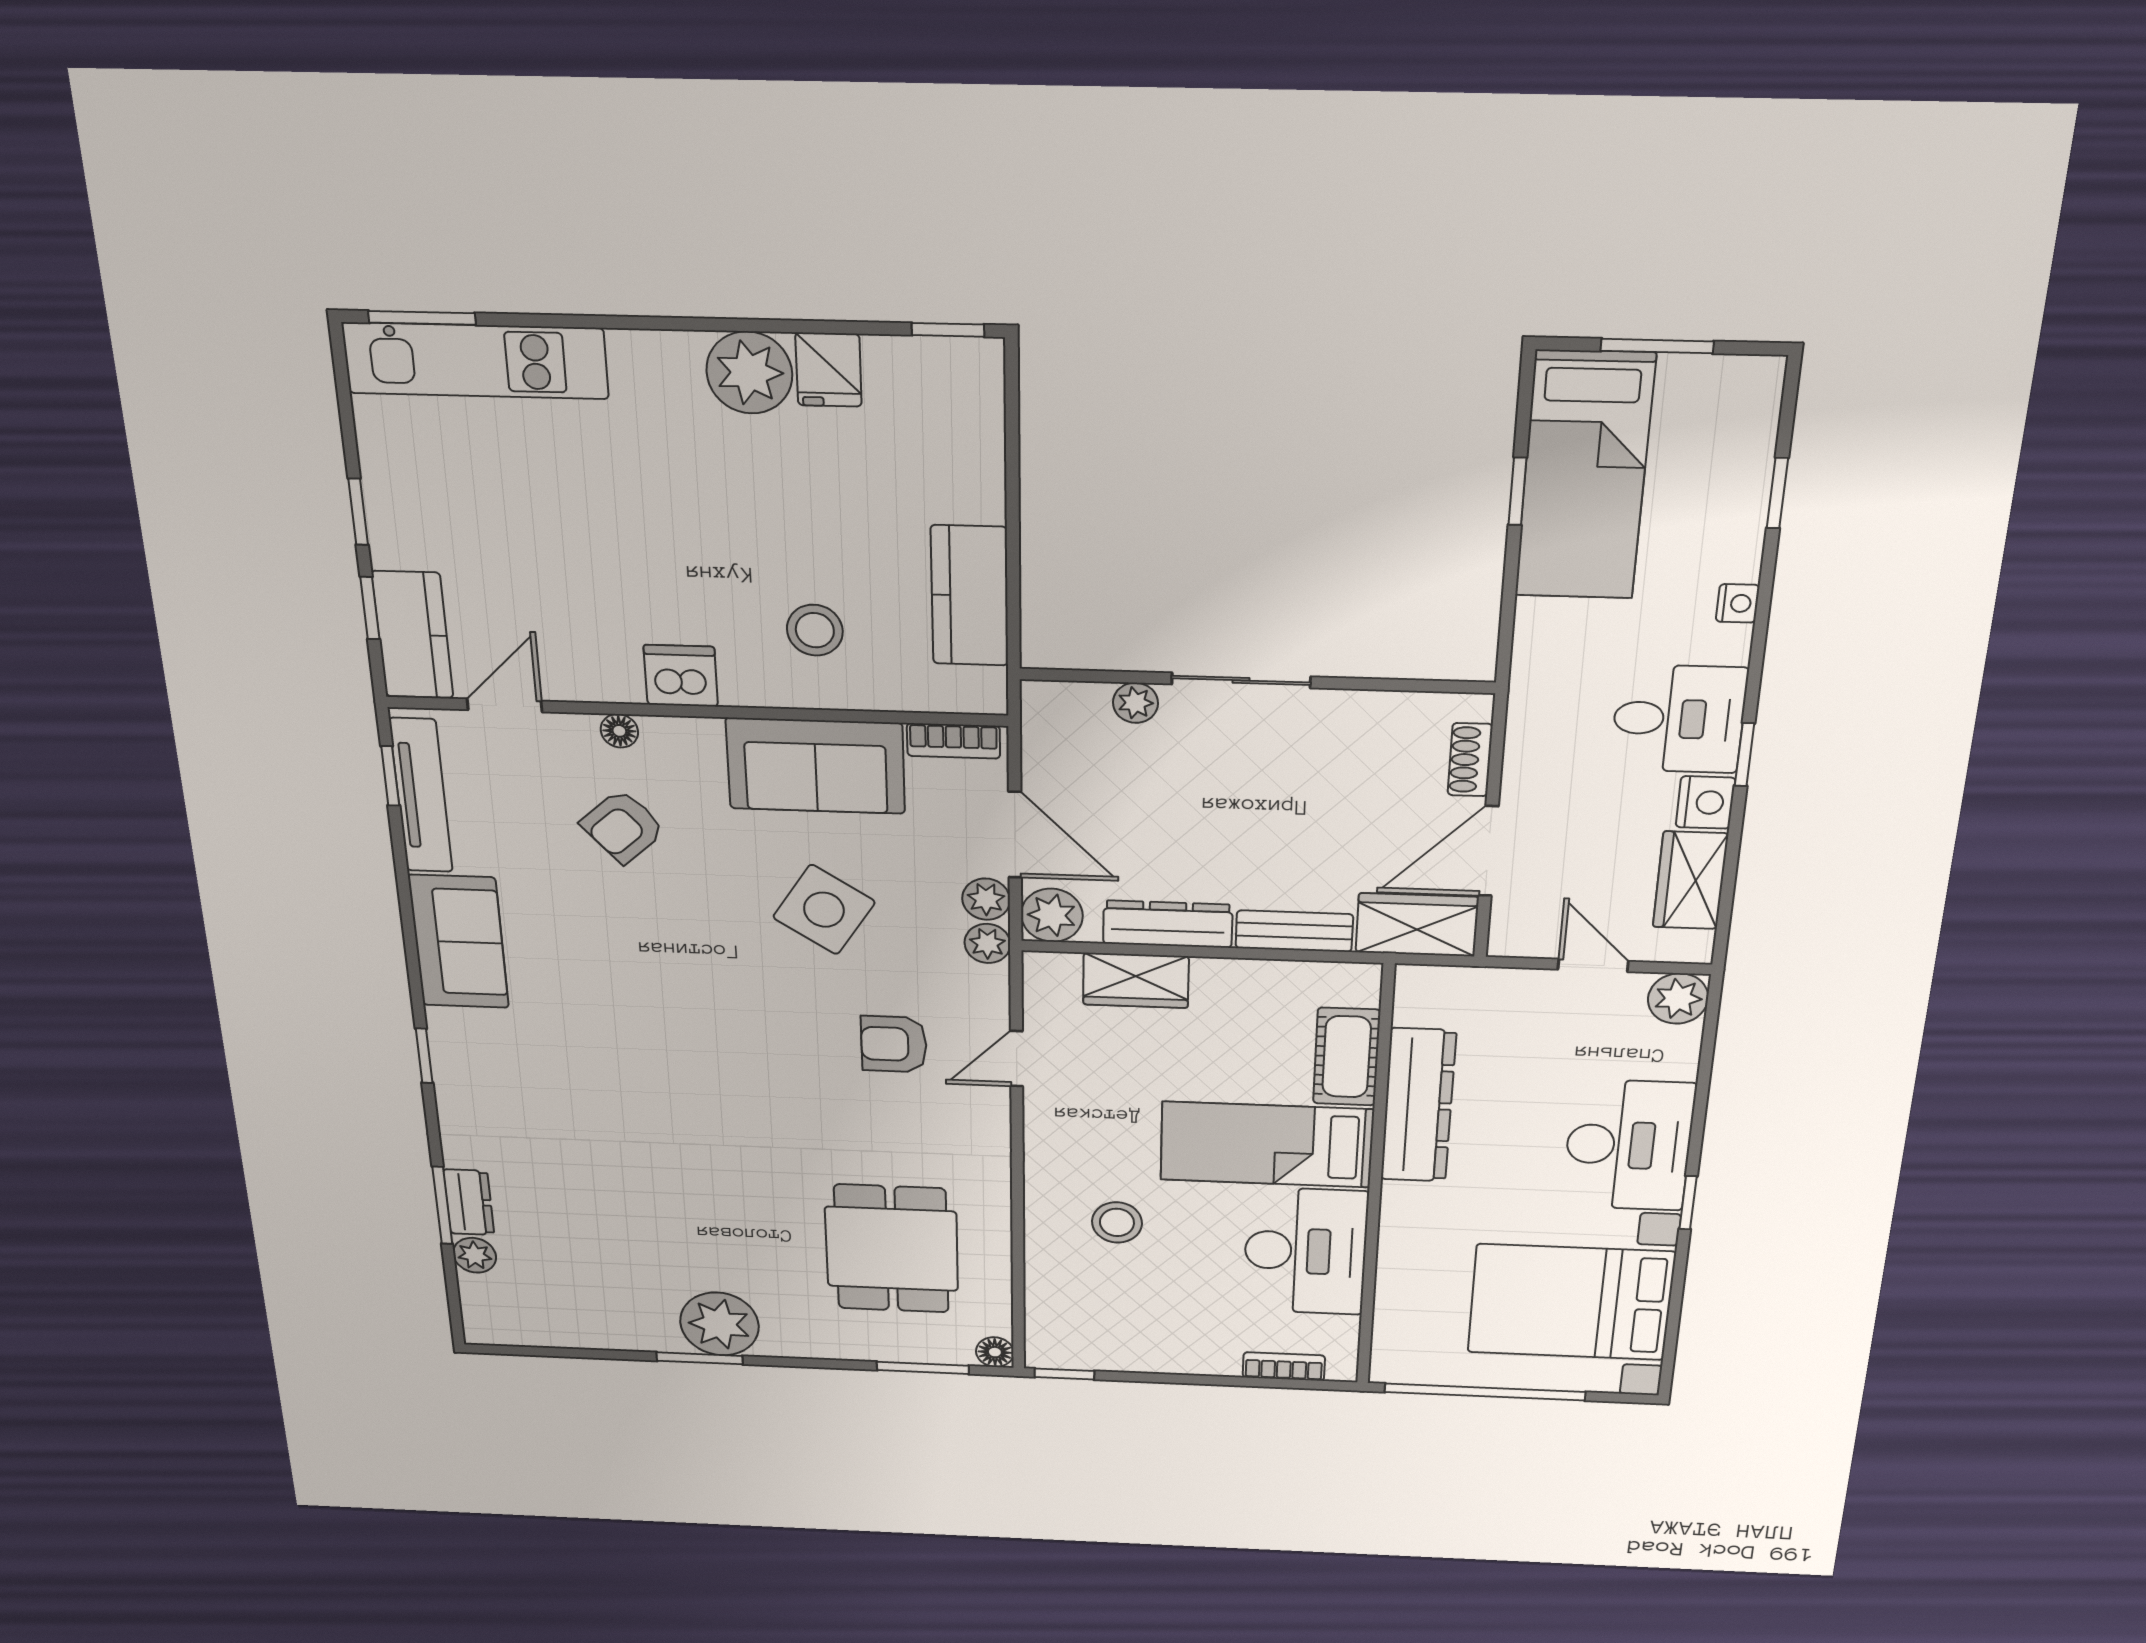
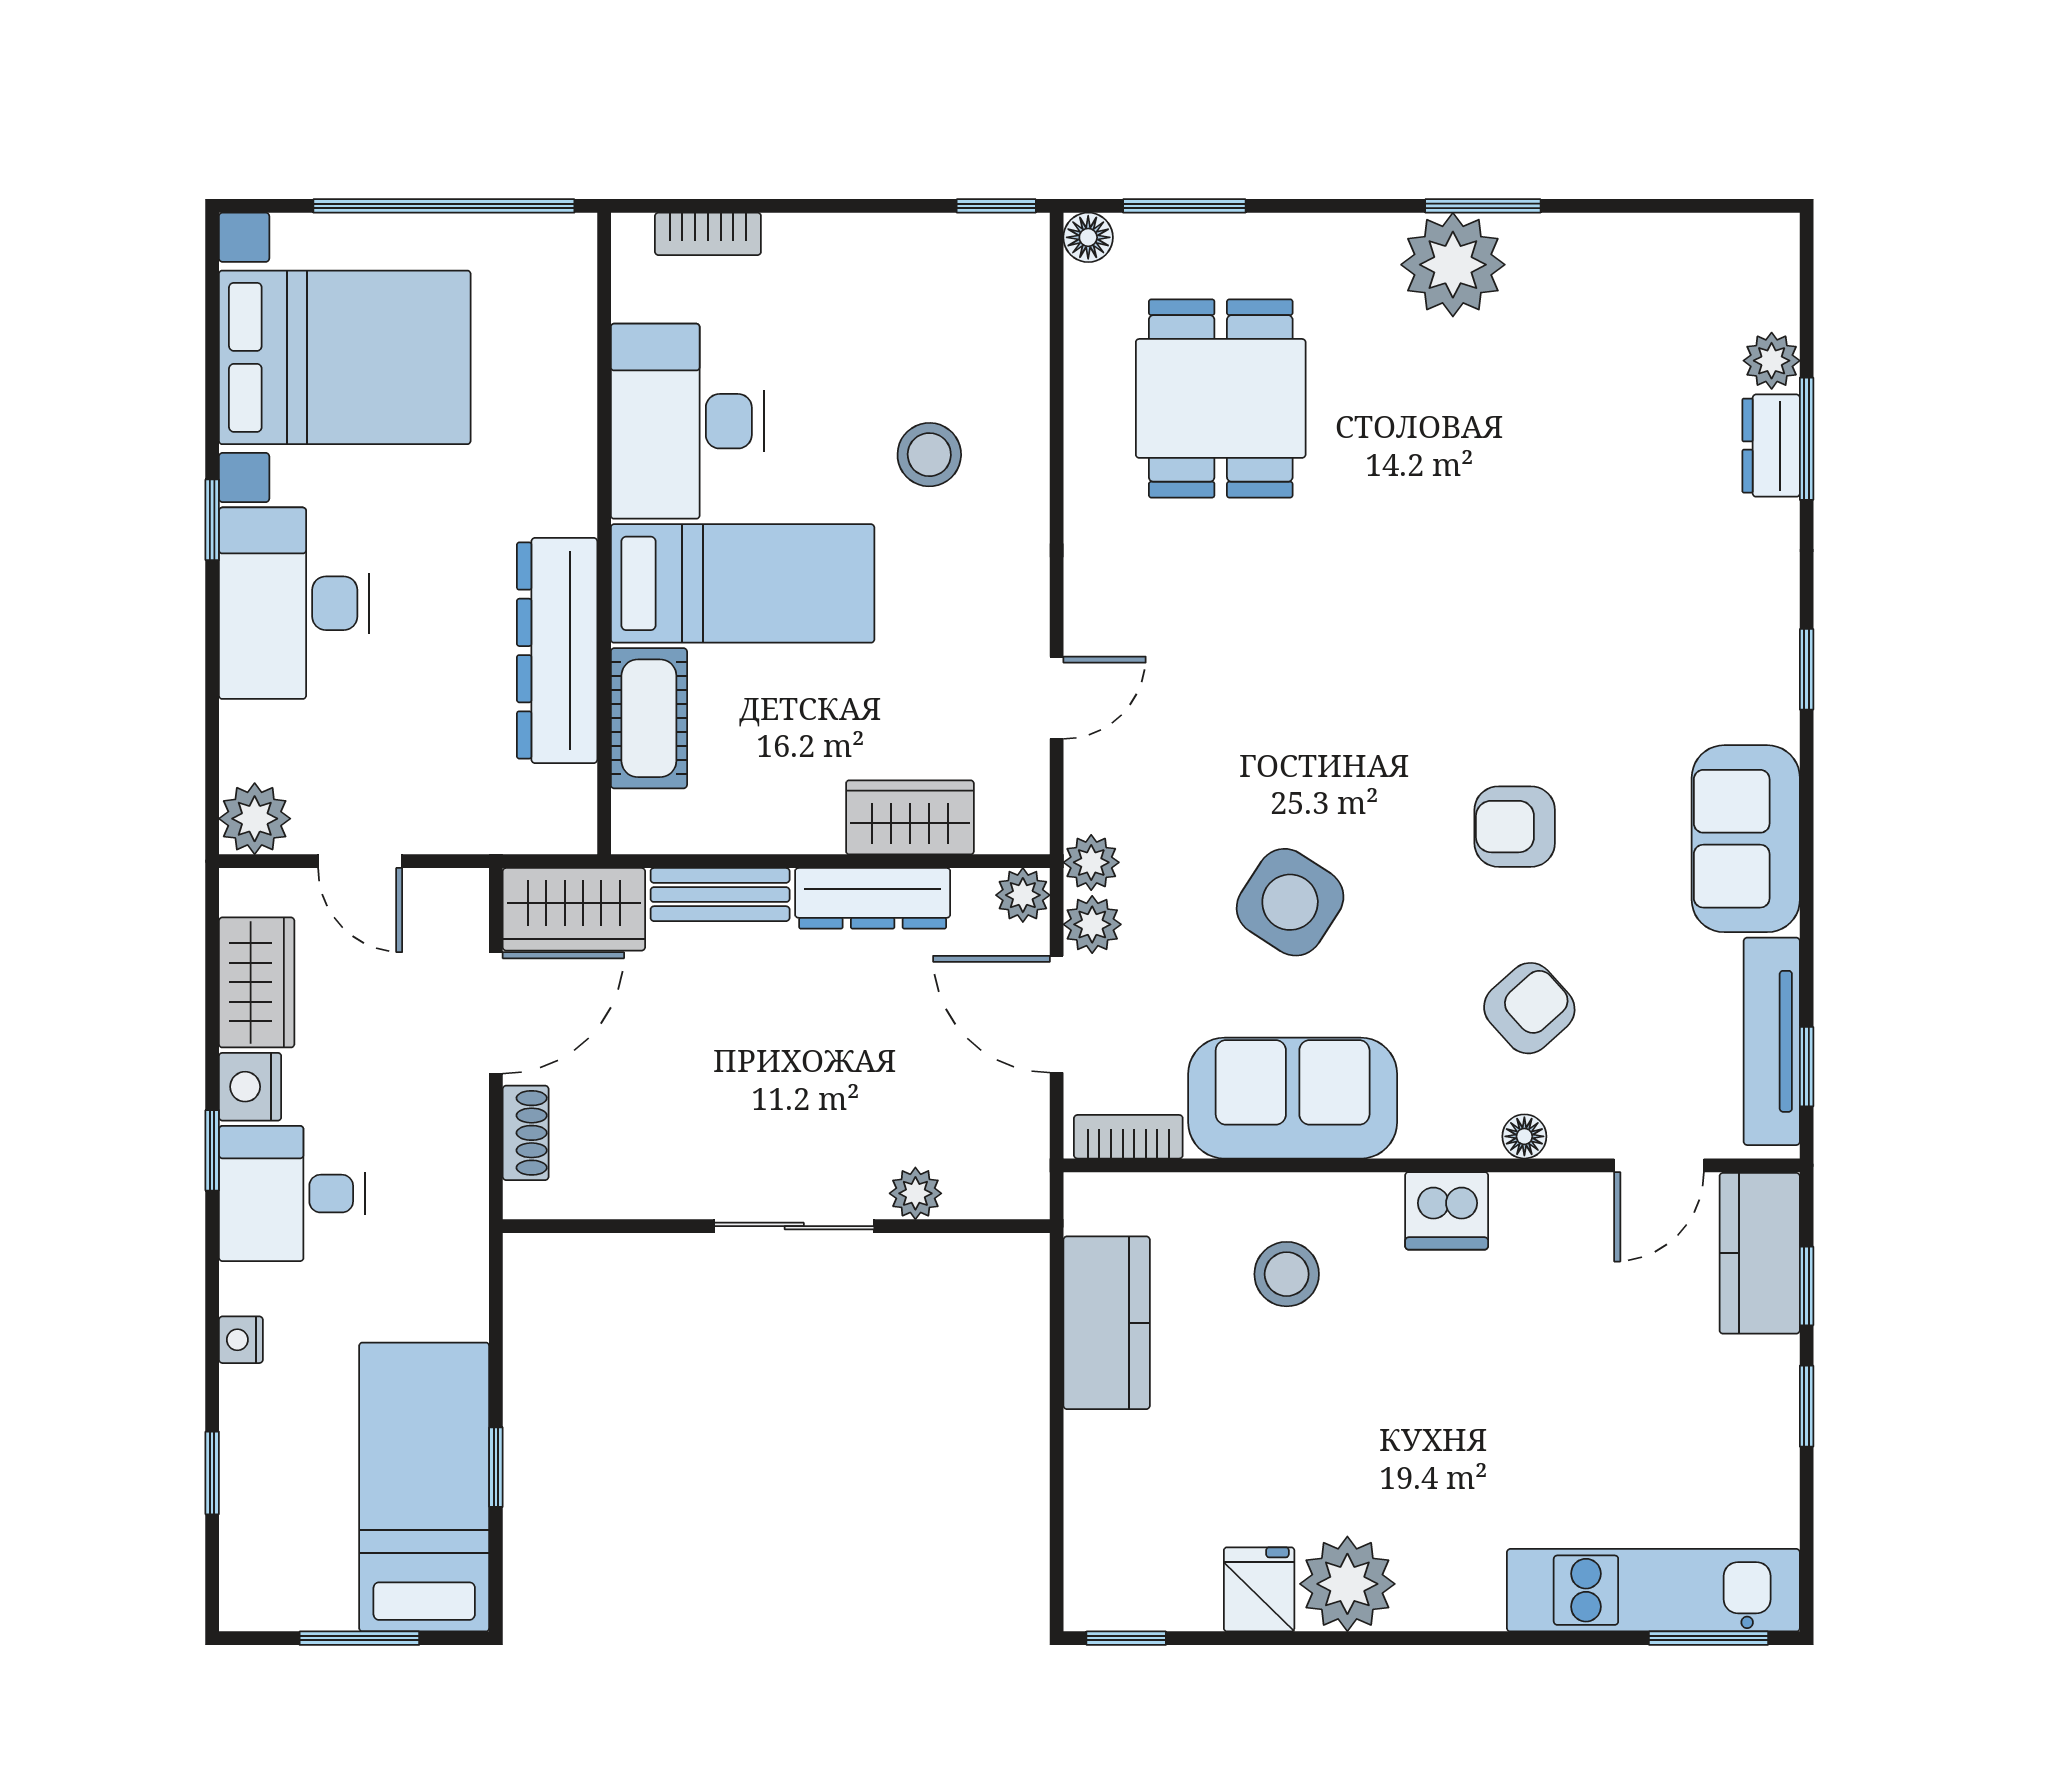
plant: (1052, 915) -> (1023, 895), width x0.73, depth x0.73
armchair: (894, 1044) -> (1515, 827), moved, turned 180

